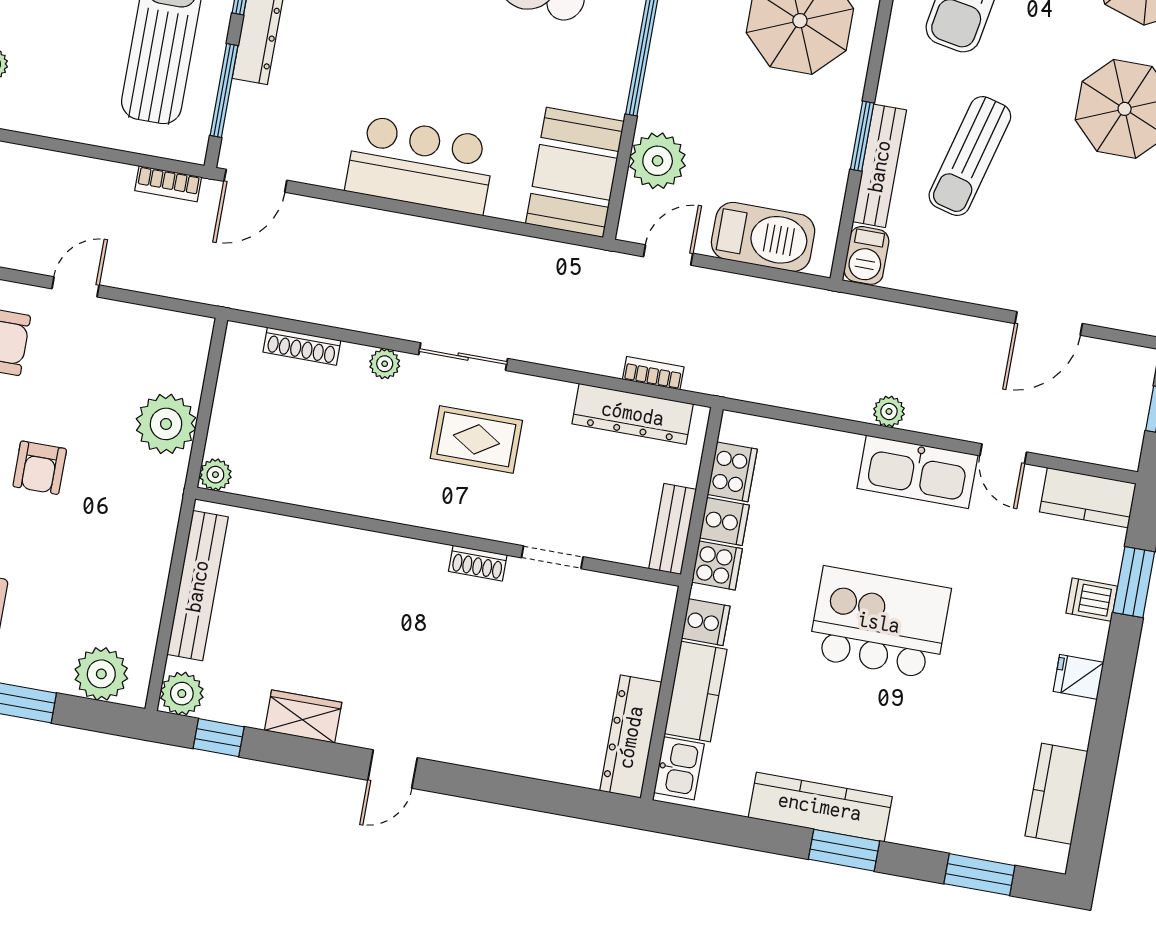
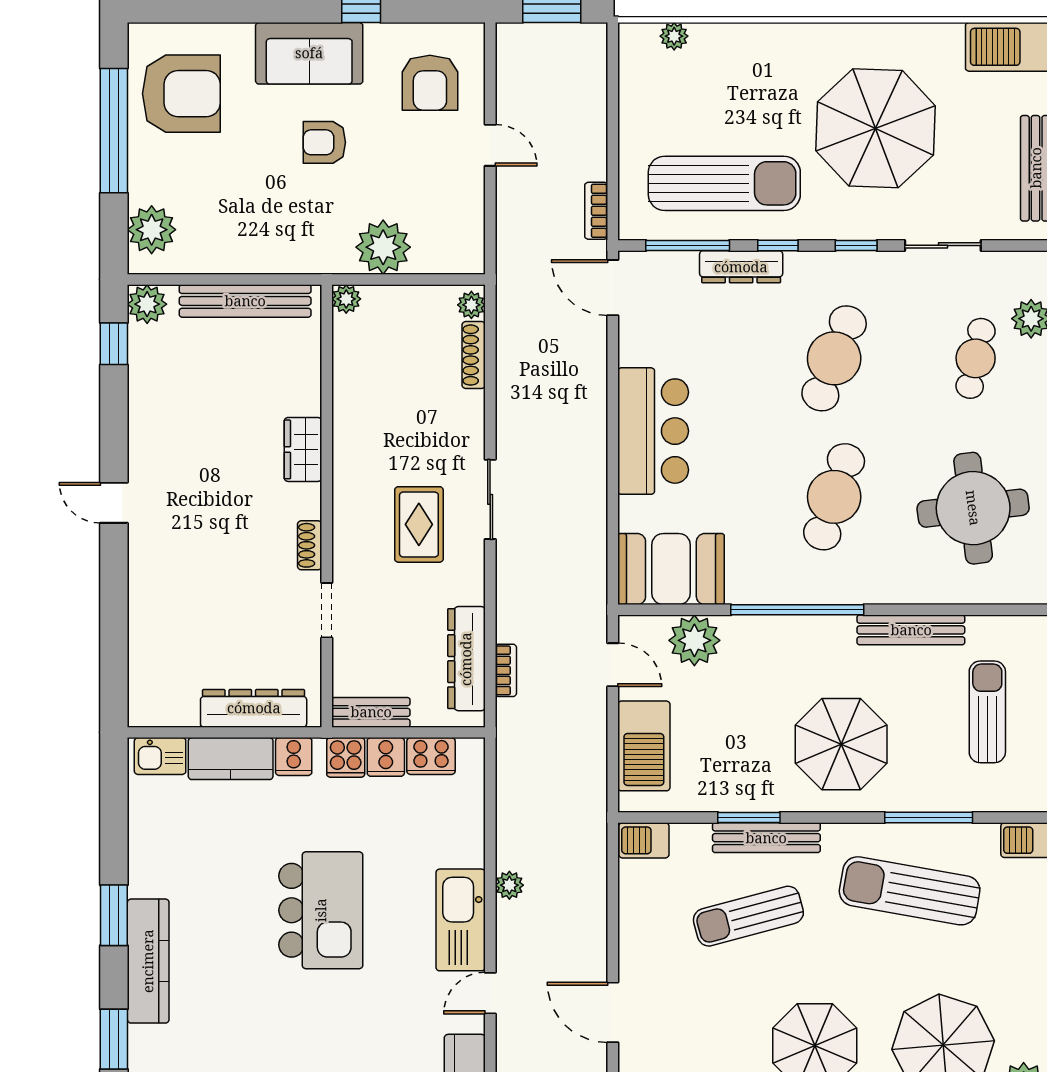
sun lounger: (970, 156) -> (748, 916), turned -30
bench: (880, 166) -> (766, 838), moved
plant: (385, 364) -> (471, 305), moved
wardrobe: (303, 716) -> (303, 449), moved, turned 180
dresser: (631, 737) -> (254, 708), moved
kitchen counter: (820, 807) -> (148, 961), moved

